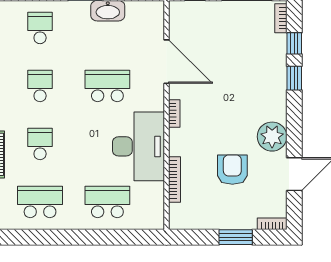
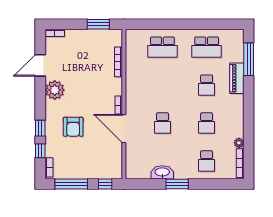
door: (167, 62) -> (124, 129), moved
school desk: (107, 86) -> (162, 123), width x0.54
desk: (138, 146) -> (142, 84), removed
armchair: (232, 170) -> (73, 127), moved
window: (236, 237) -> (98, 24), moved

